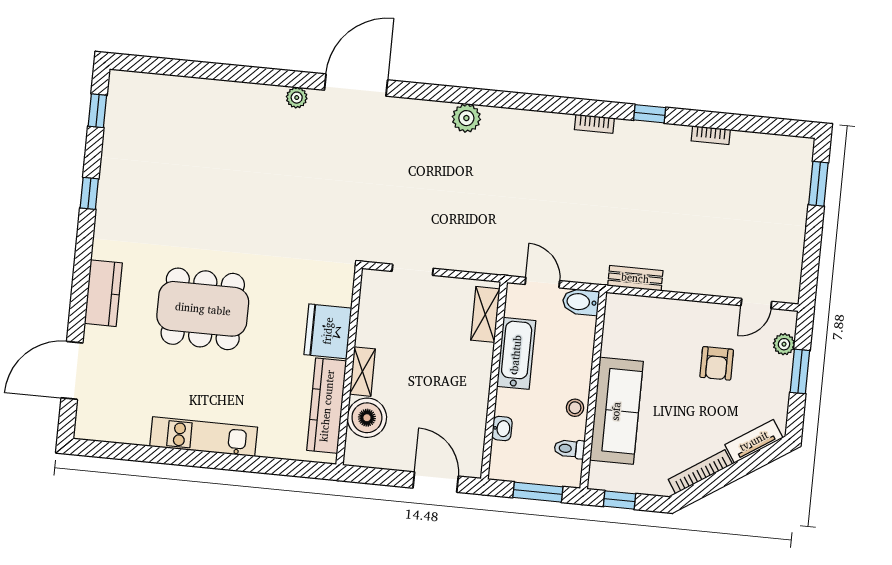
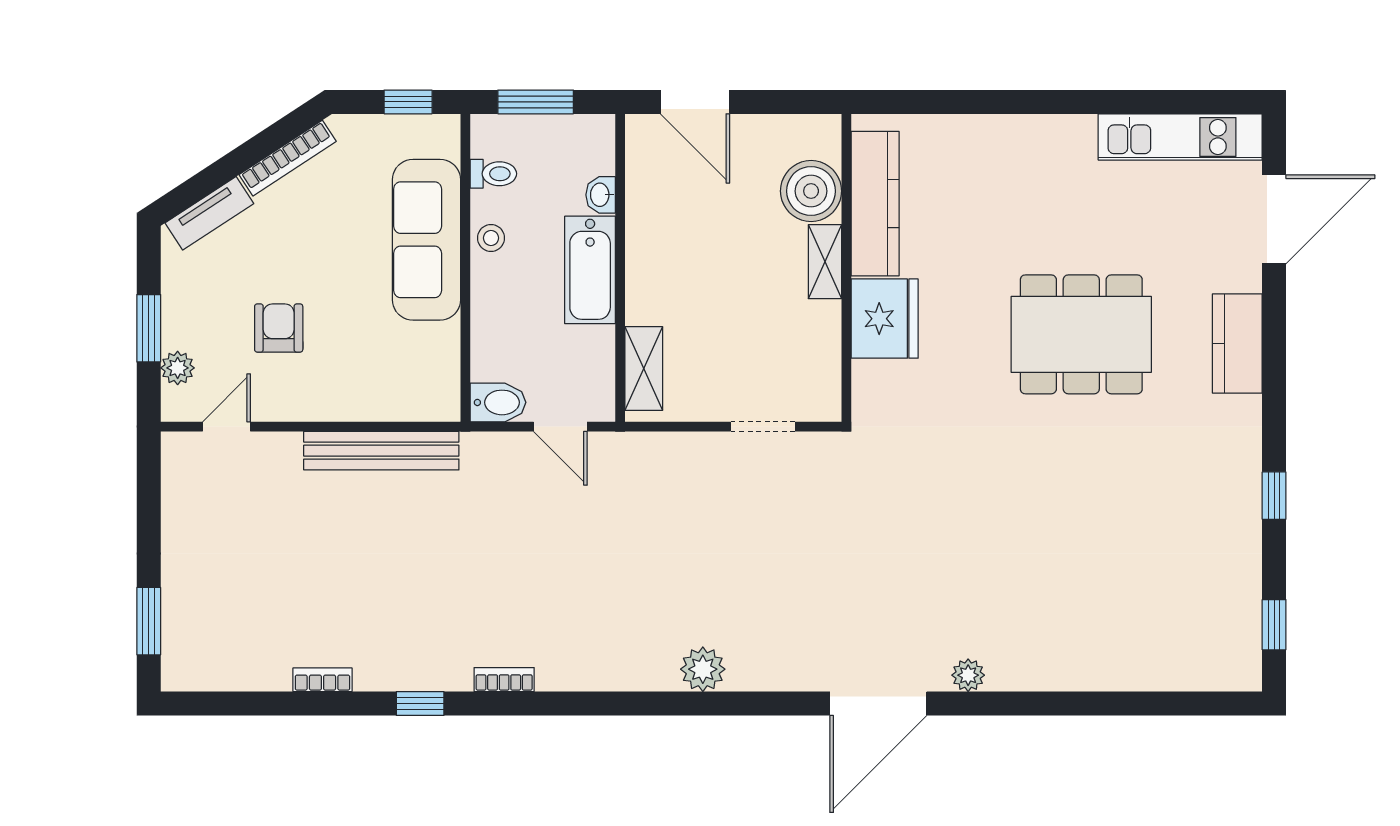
bench: (635, 278) -> (381, 451), width x1.86, depth x1.21
bathtub: (516, 353) -> (590, 270), moved
kitchen unit: (204, 437) -> (1180, 137), moved

